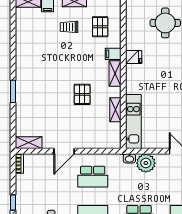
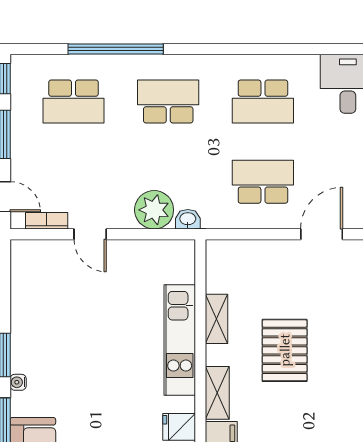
pallet: (82, 94) -> (285, 350), width x1.50, depth x1.42
kitchen unit: (133, 122) -> (180, 340), moved

